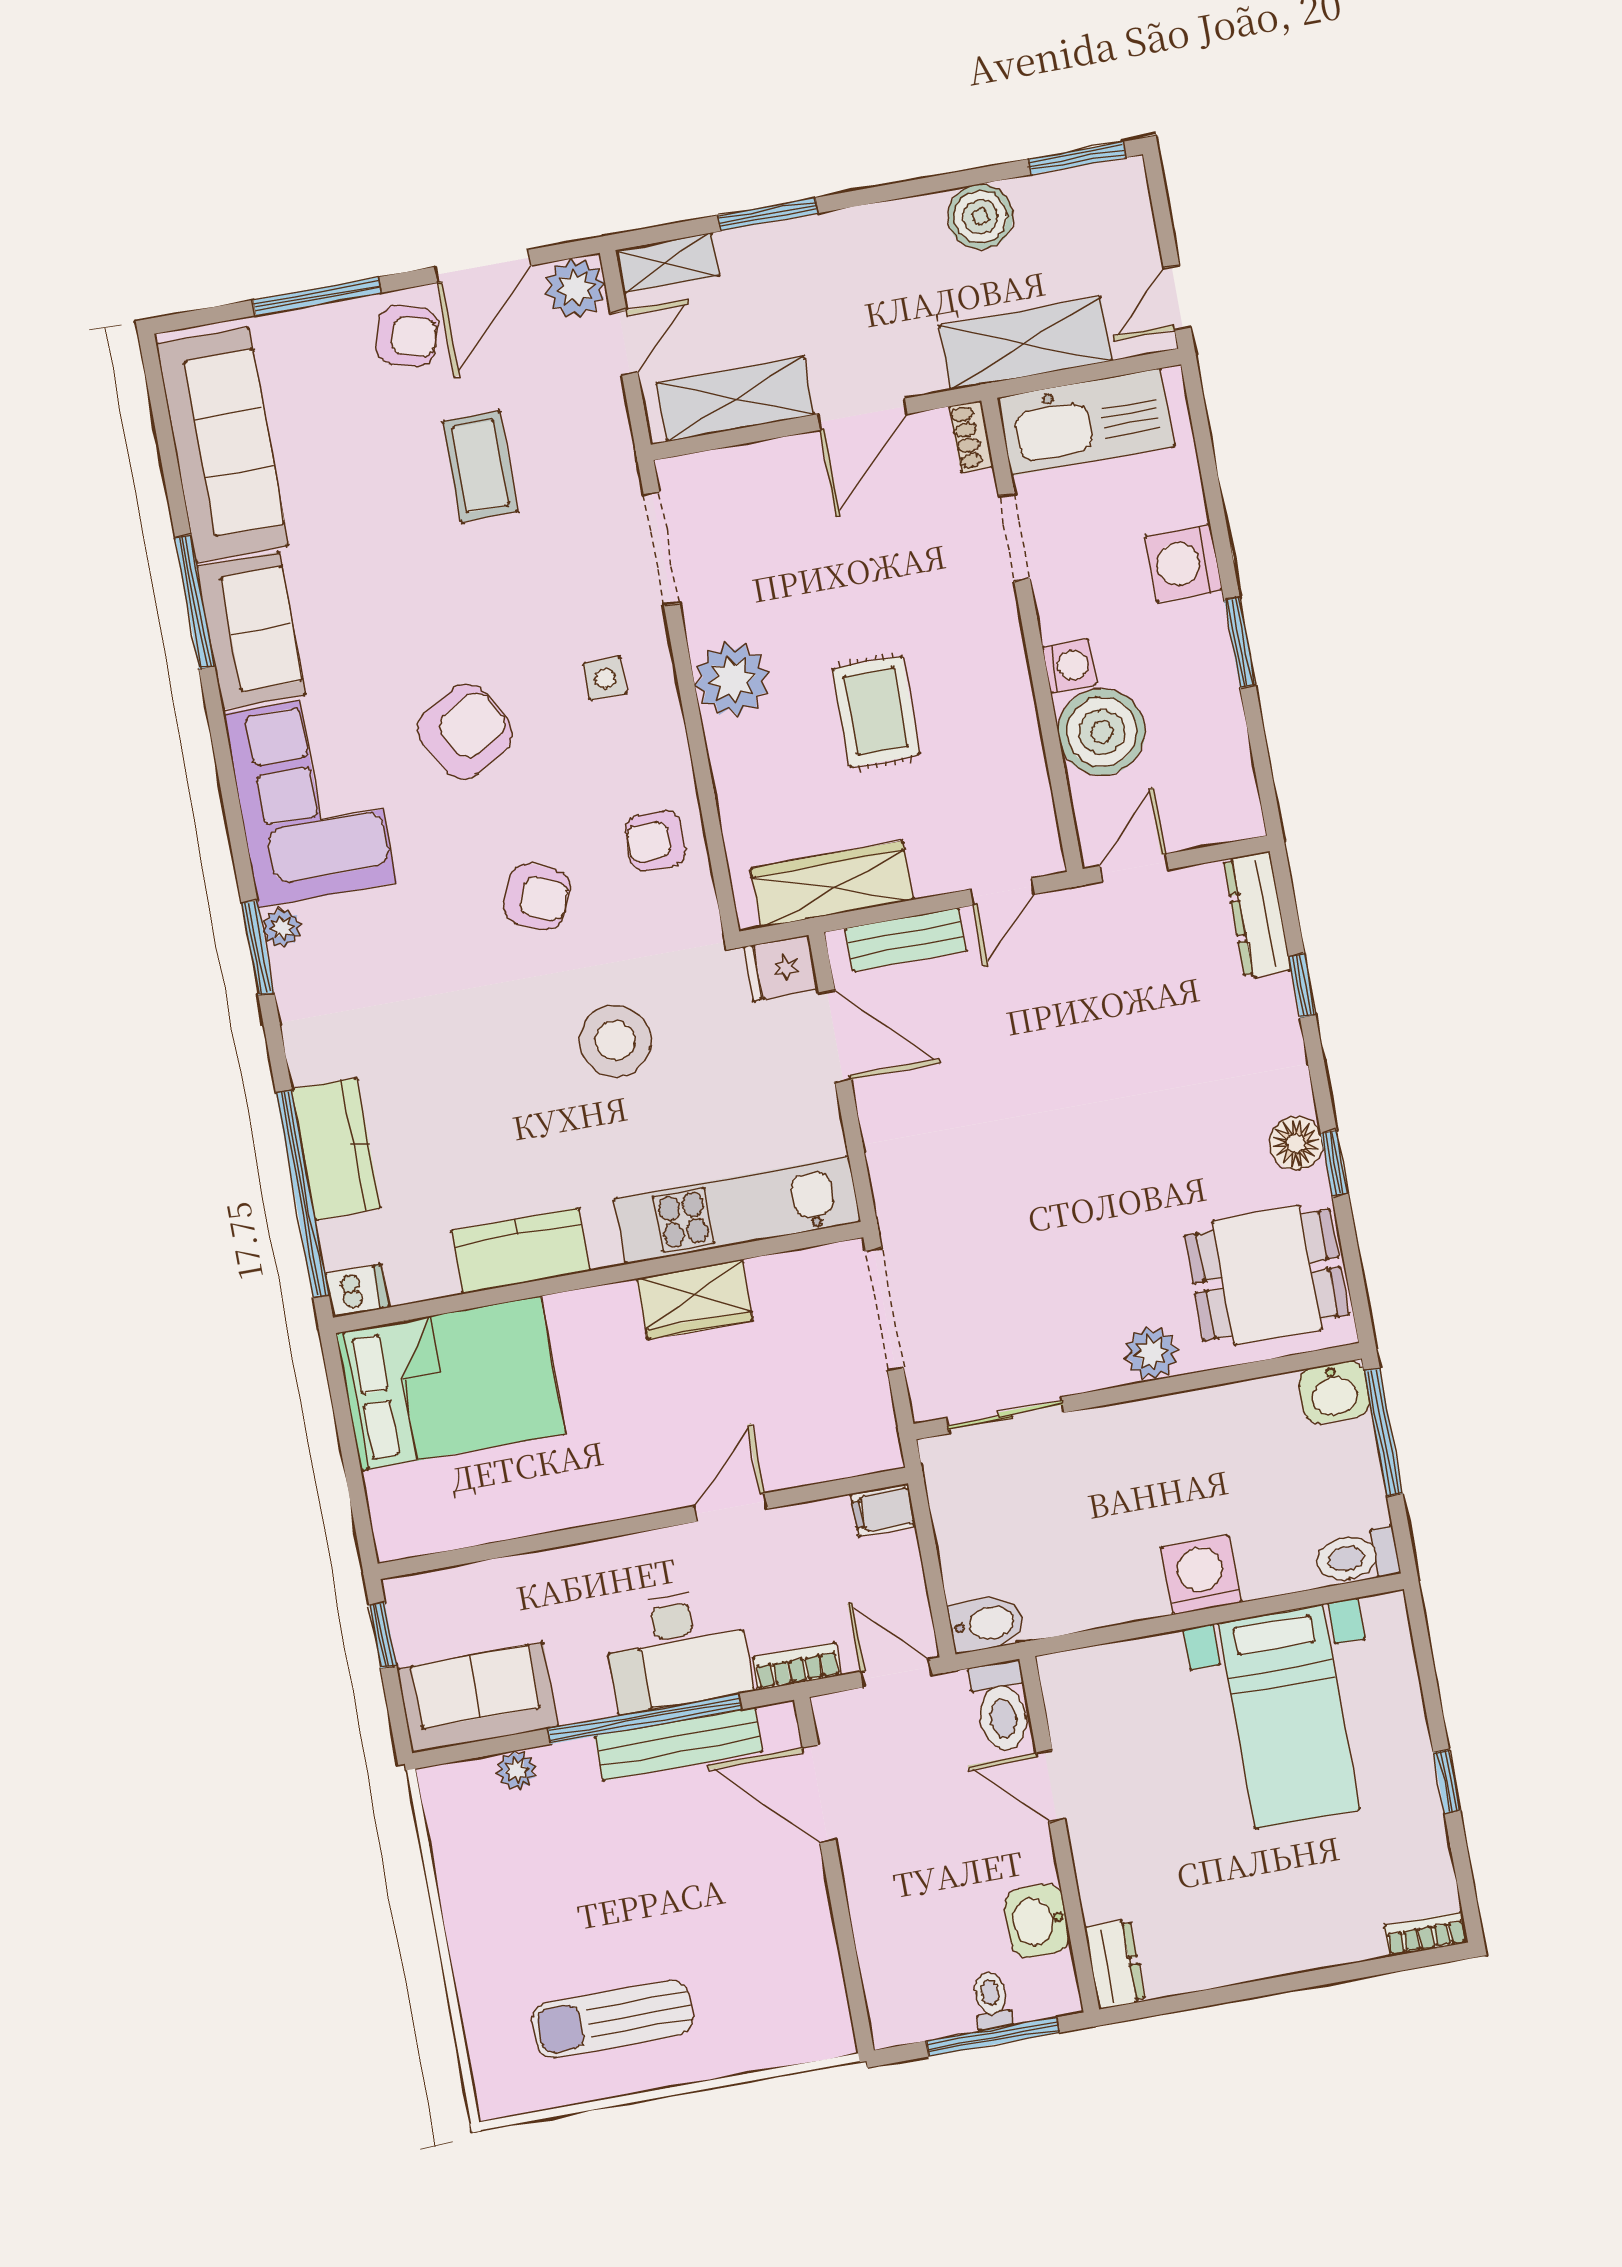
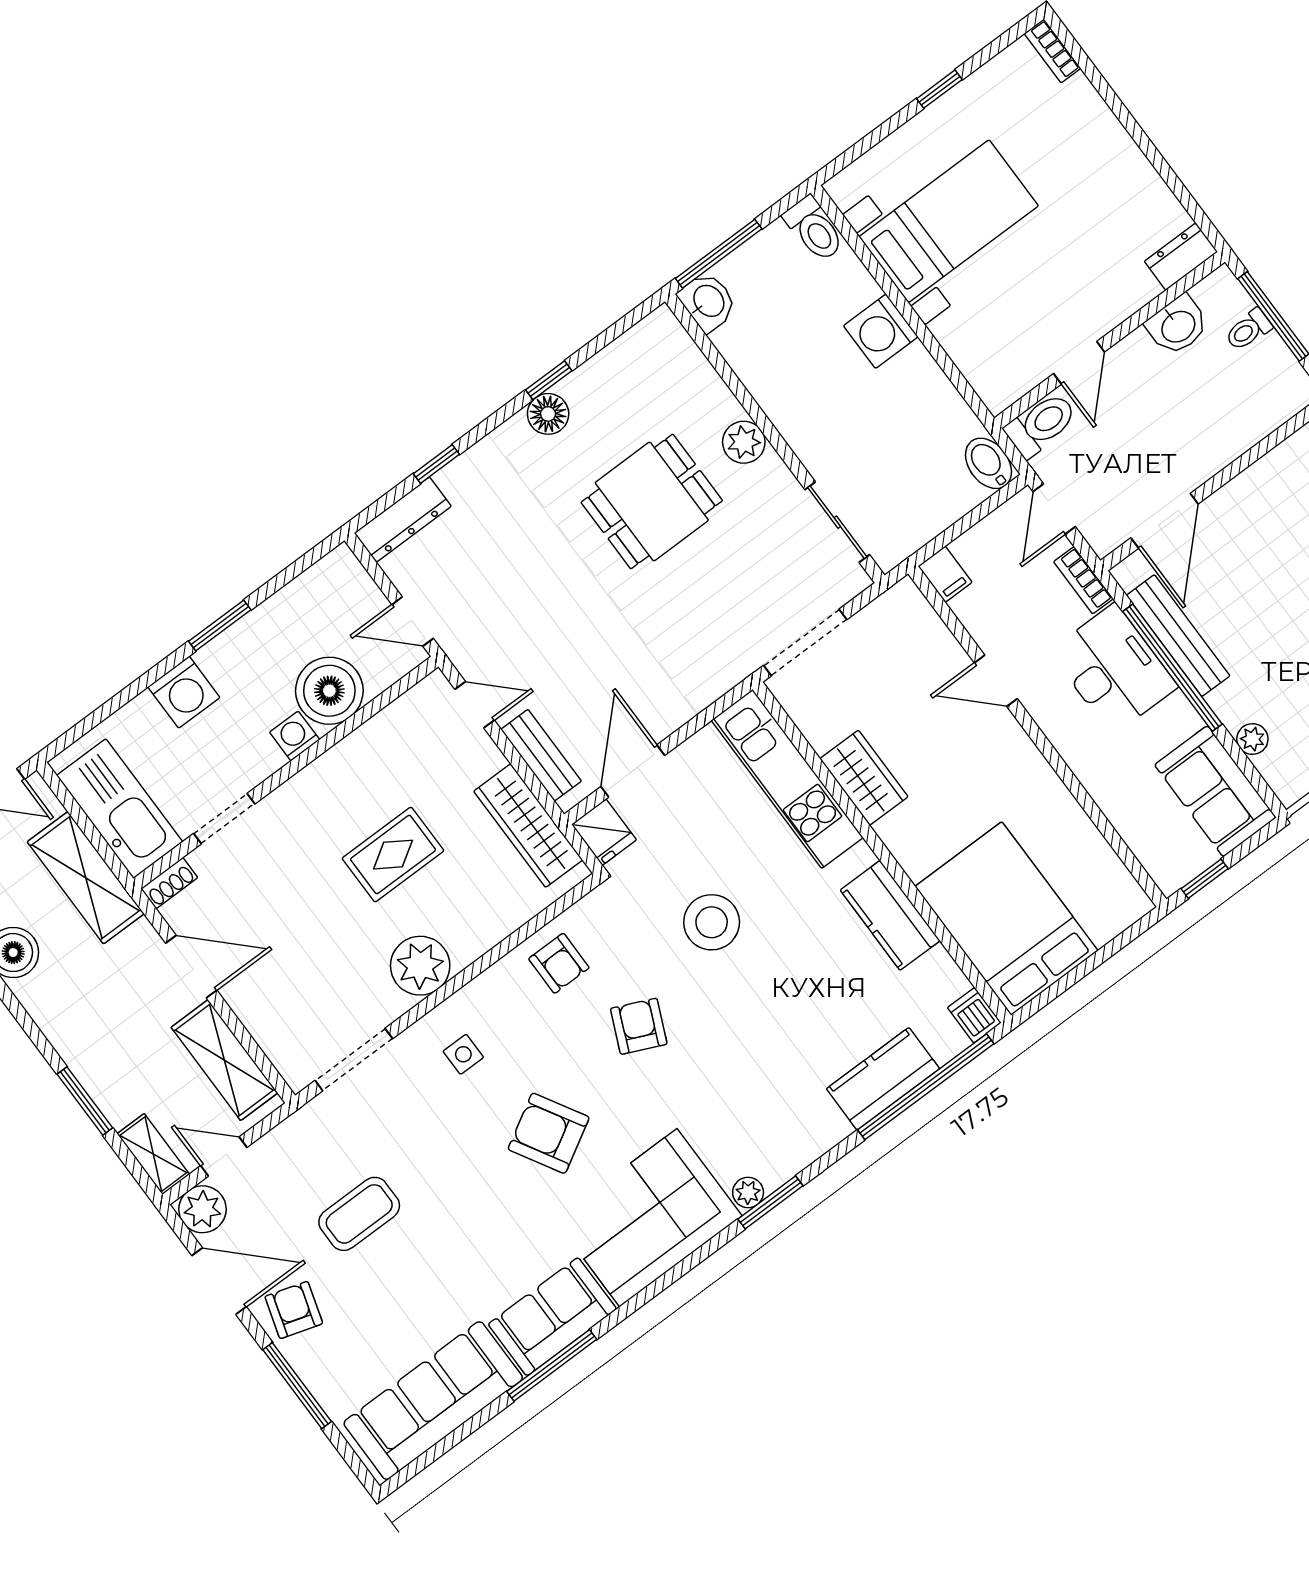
dining table: (1267, 1275) -> (652, 501), moved, turned 90

